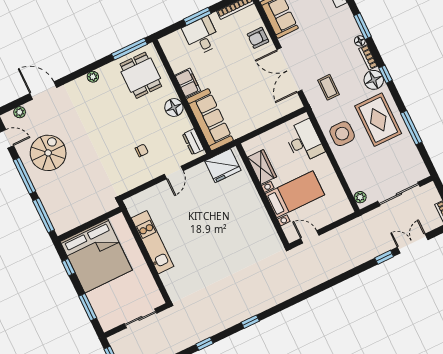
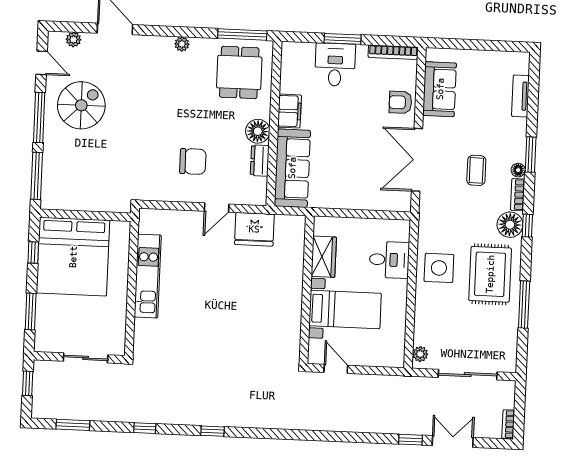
coffee table: (329, 87) -> (476, 170), moved
desk: (304, 141) -> (389, 260), width x0.73
dresser: (193, 142) -> (260, 160), moved
chair: (142, 150) -> (193, 161), width x1.87, depth x1.87
fridge: (223, 166) -> (254, 229), moved

